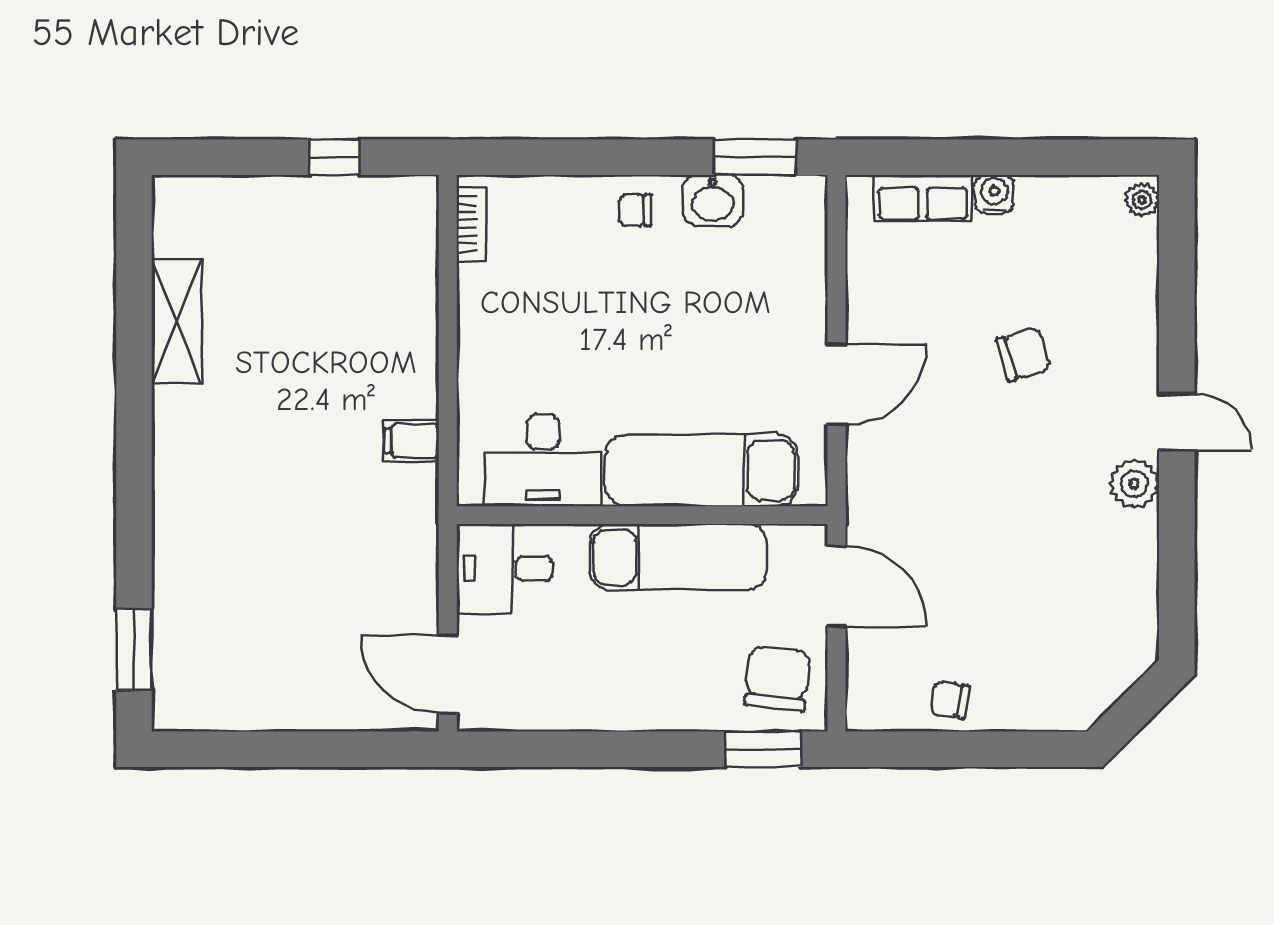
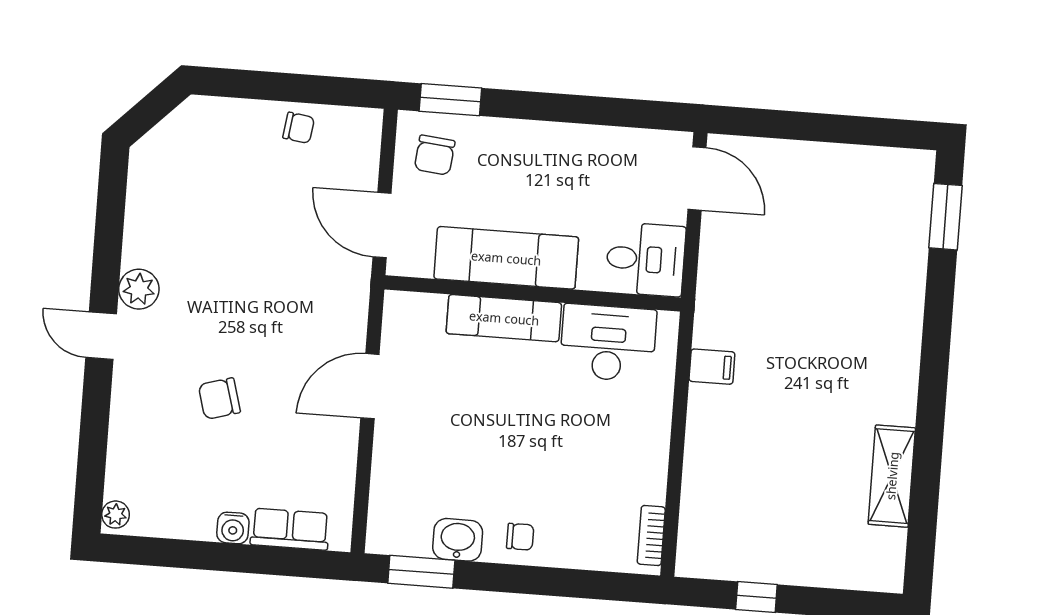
exam couch: (701, 470) -> (504, 318), width x0.73, depth x0.69
chair: (778, 678) -> (435, 155), width x0.73, depth x0.73

